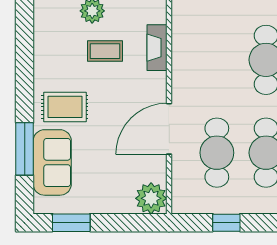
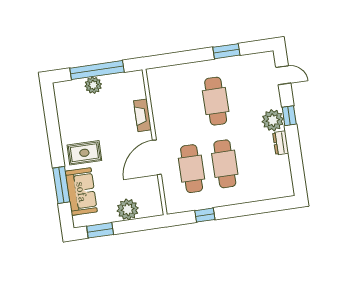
fireplace: (157, 48) -> (142, 115), moved
coffee table: (105, 51) -> (106, 111), removed
plant: (151, 198) -> (128, 209), moved

